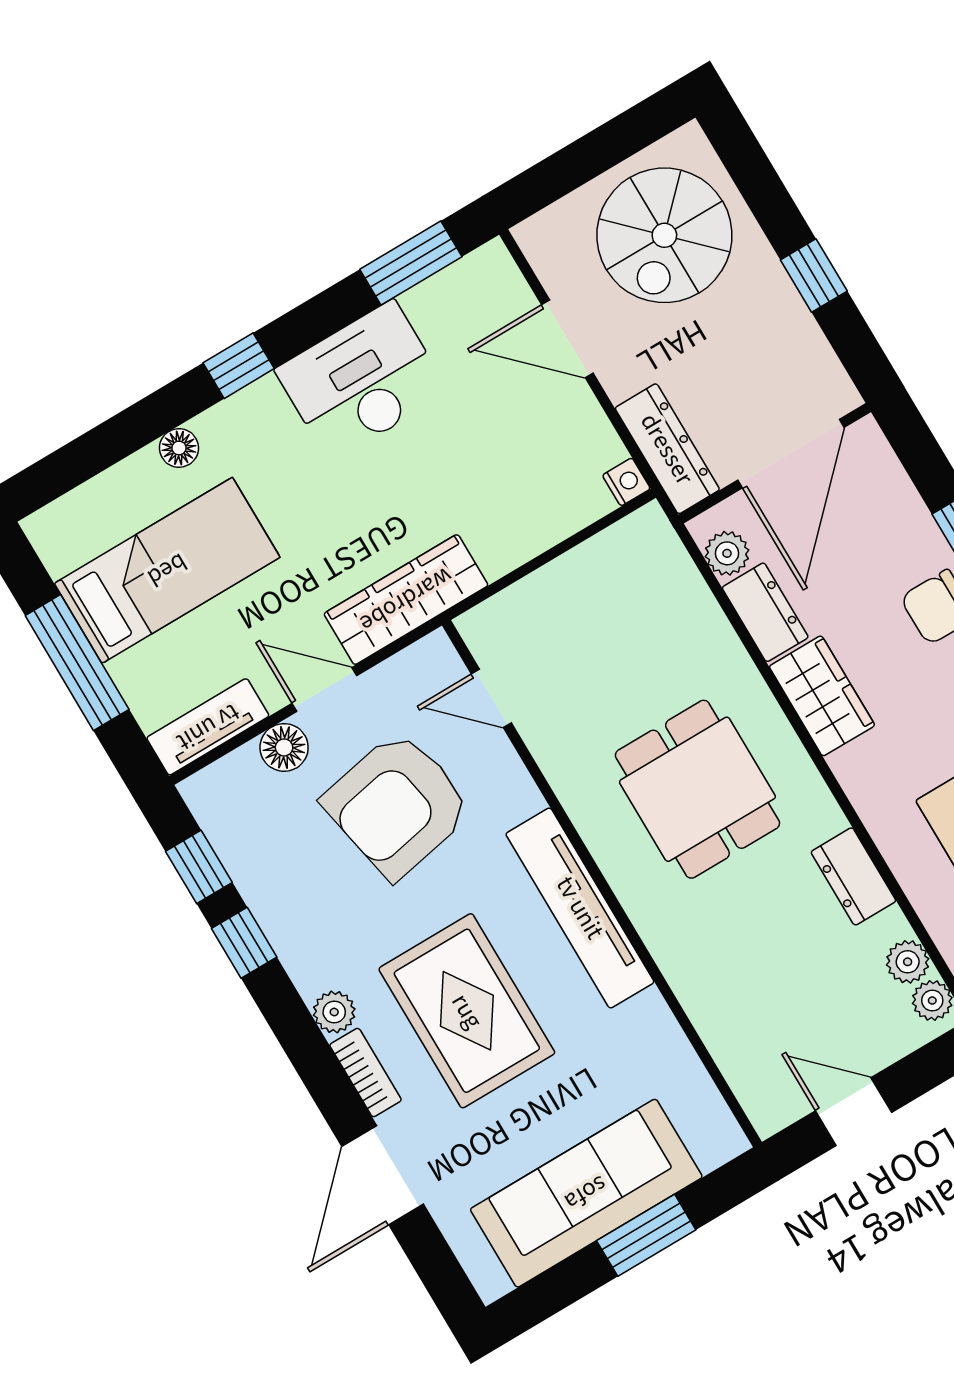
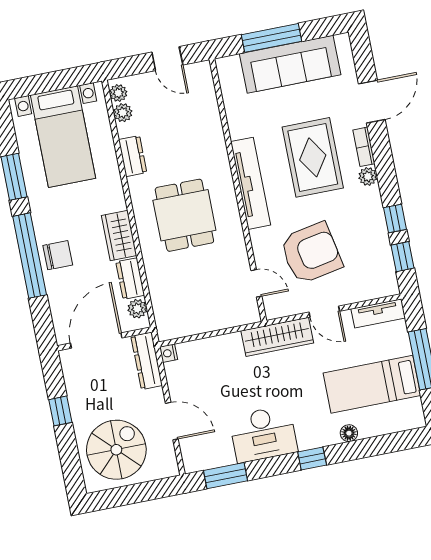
floor lamp: (284, 747) -> (350, 294), removed
window: (646, 1235) -> (271, 38), width x1.44

